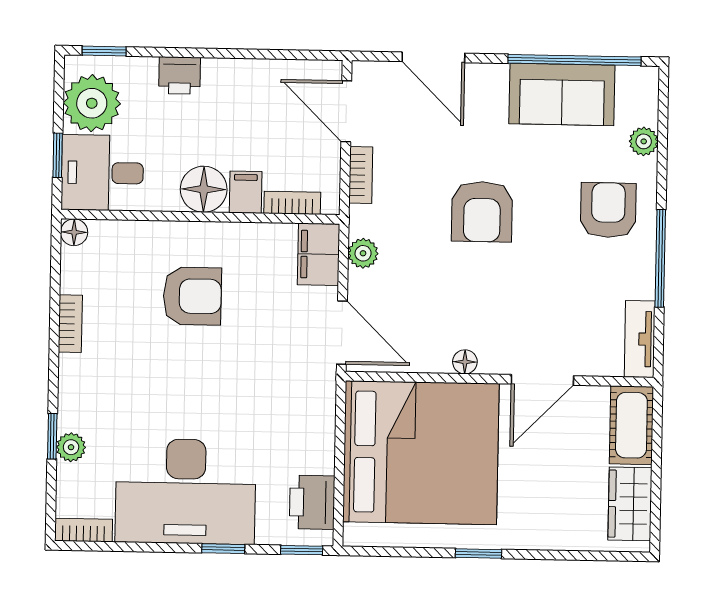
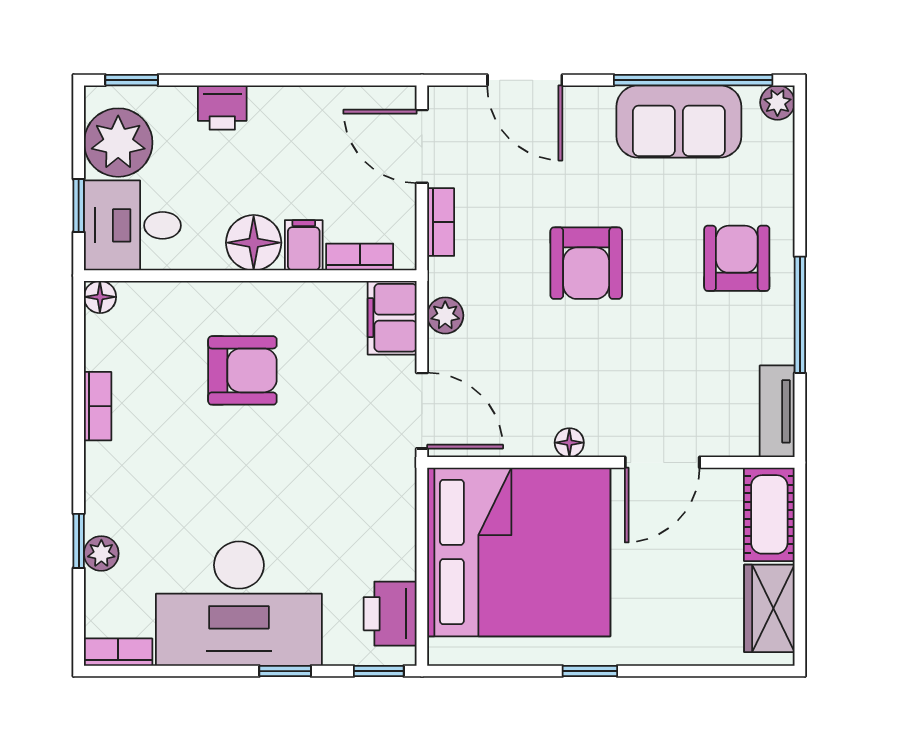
plant: (644, 141) -> (777, 103), moved

